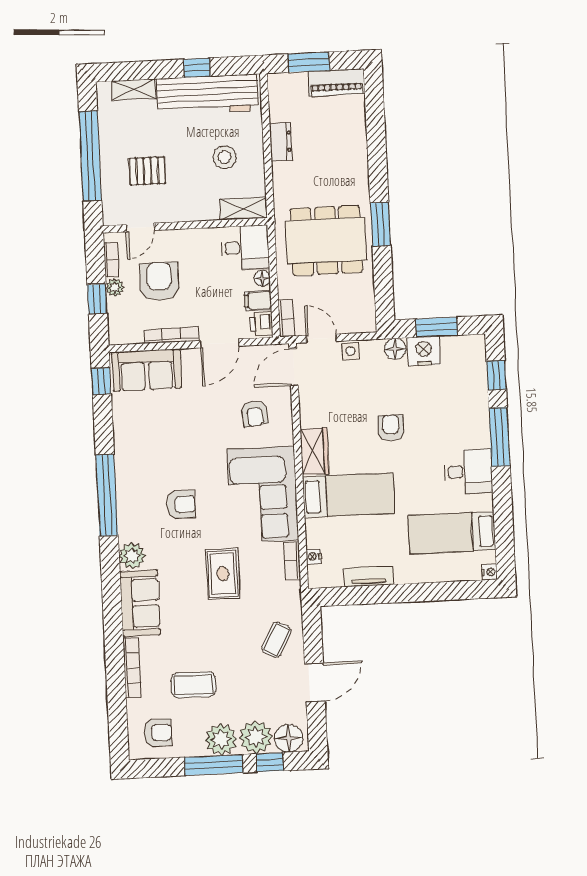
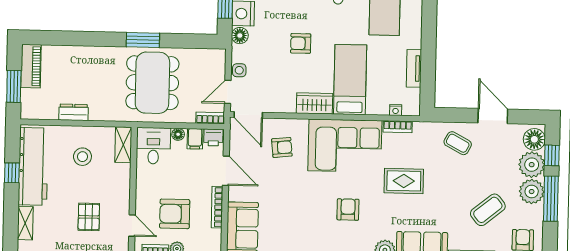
coffee table: (193, 685) -> (488, 210), turned 51

